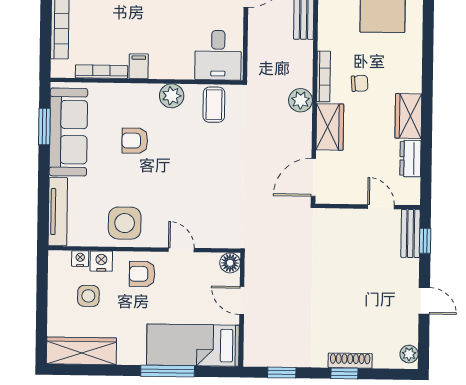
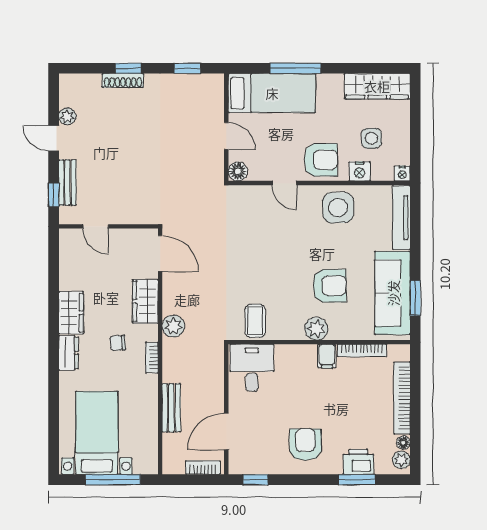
bookcase: (324, 76) -> (152, 358), width x0.64
plant: (172, 96) -> (316, 329), moved
armchair: (135, 141) -> (330, 286), width x1.38, depth x1.38
dresser: (410, 158) -> (69, 353), moved
door: (313, 177) -> (160, 253), hinge flipped
bench: (410, 233) -> (67, 183), moved
nightstand: (80, 259) -> (402, 173), moved
armchair: (142, 274) -> (321, 160), width x1.38, depth x1.38
plant: (409, 354) -> (67, 116), moved

